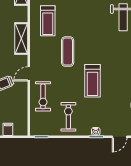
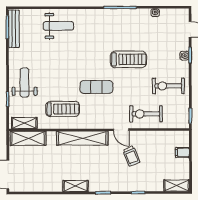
shelving: (21, 39) -> (82, 138), width x1.47
exercise bike: (43, 96) -> (146, 114), turned 180

